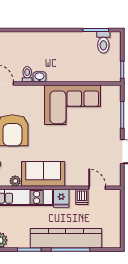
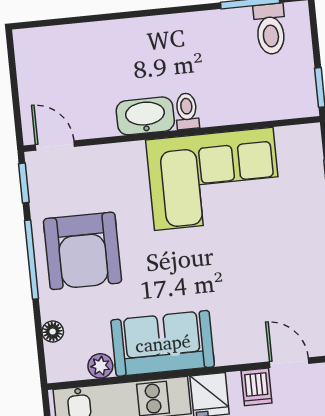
toilet: (27, 74) -> (187, 111), moved
washbasin: (40, 77) -> (145, 116), width x1.91, depth x1.45

